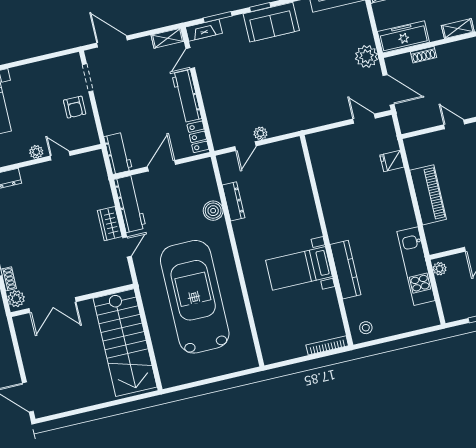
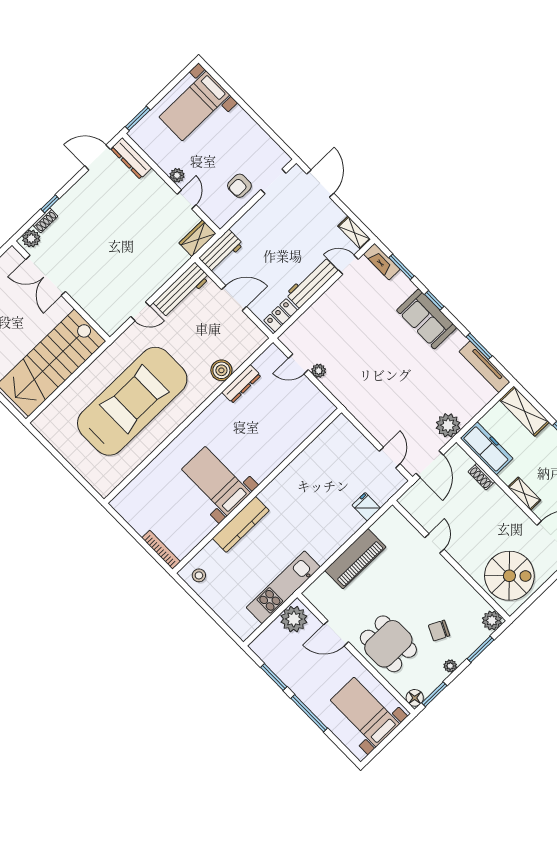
wardrobe: (110, 224) -> (198, 238), moved
plant: (440, 269) -> (294, 619), width x1.87, depth x1.87

